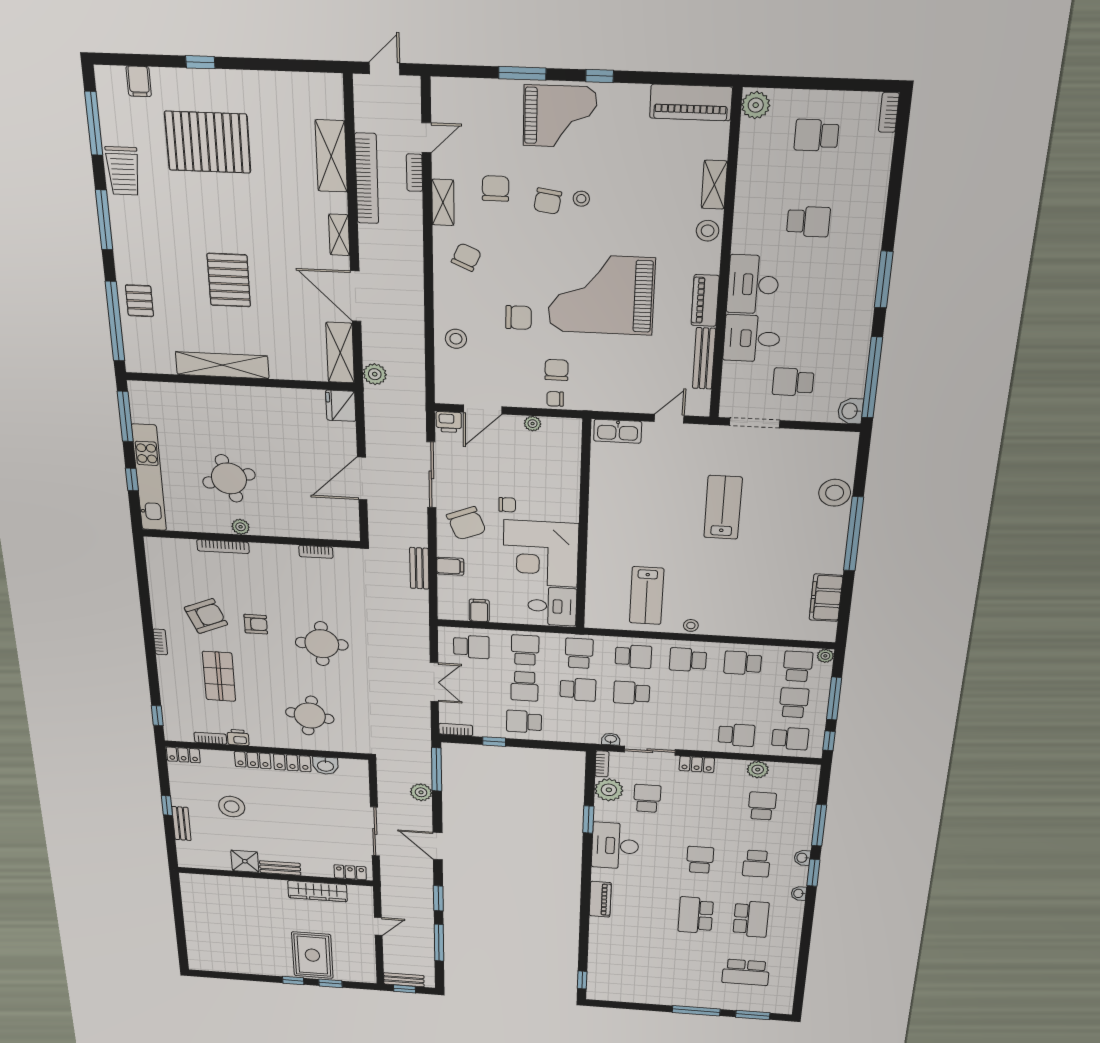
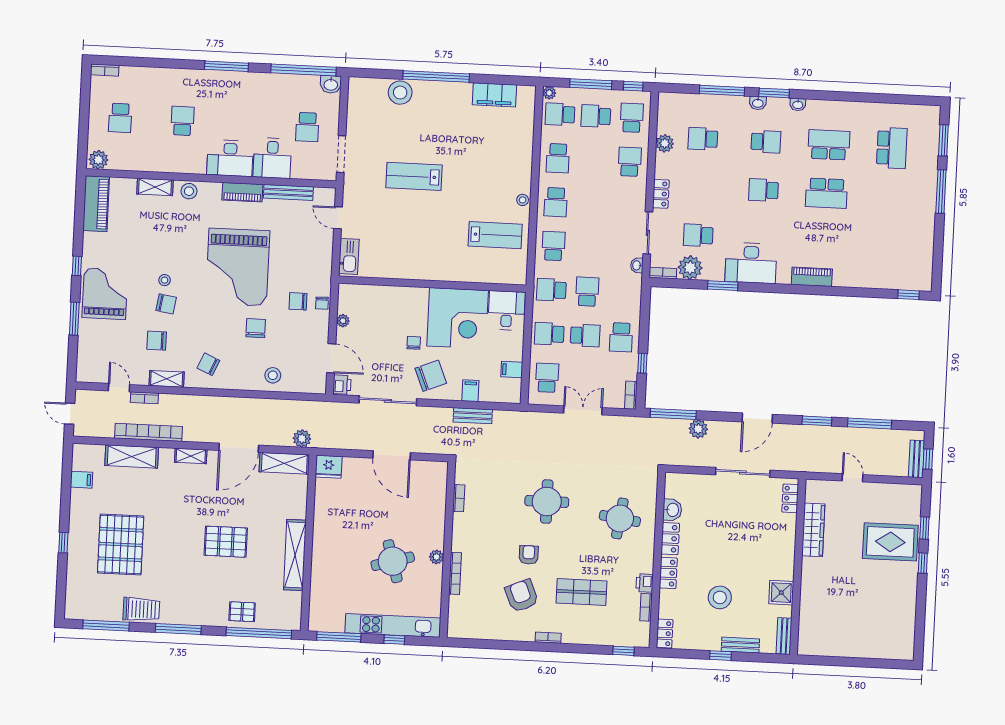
filing cabinet: (139, 81) -> (81, 480), moved
school desk: (632, 693) -> (589, 248), removed
bench: (280, 868) -> (784, 636), moved

